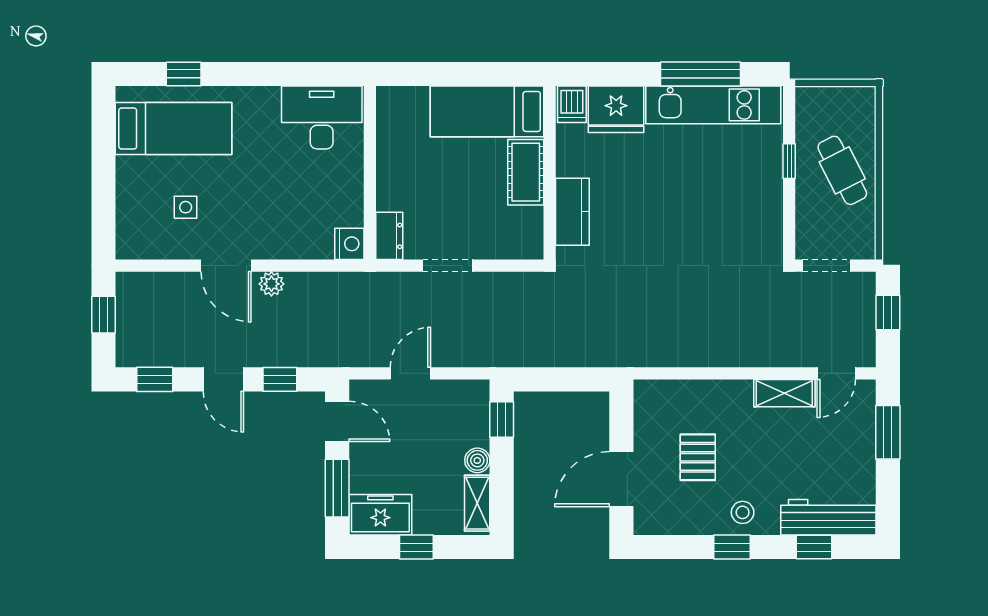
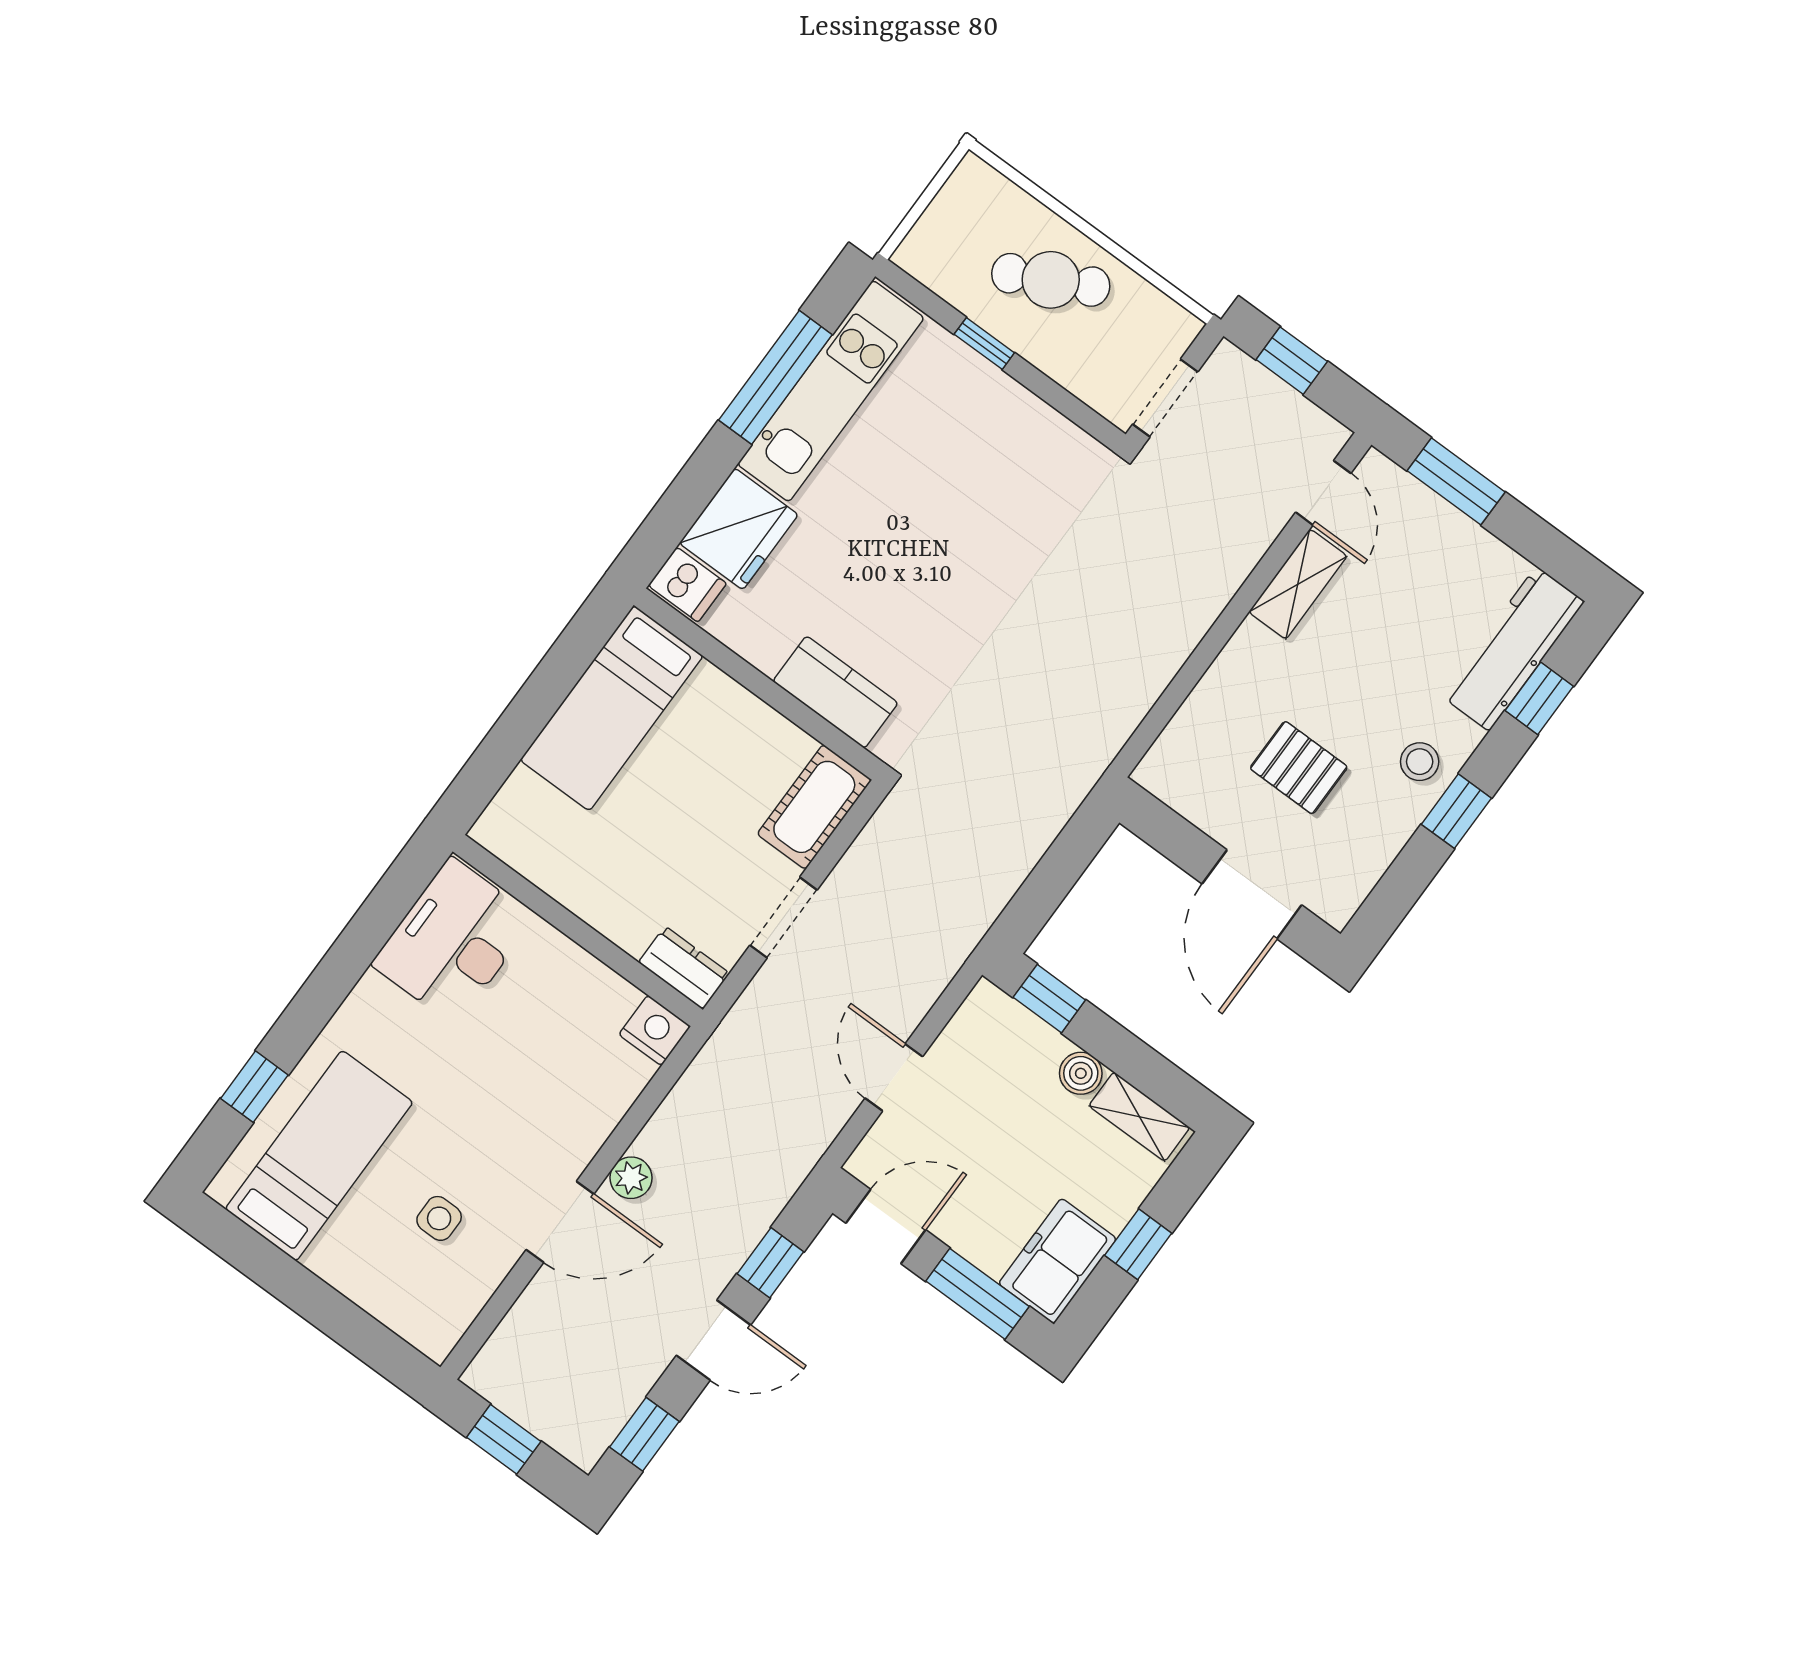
cot: (526, 172) -> (814, 807), moved, turned 90

